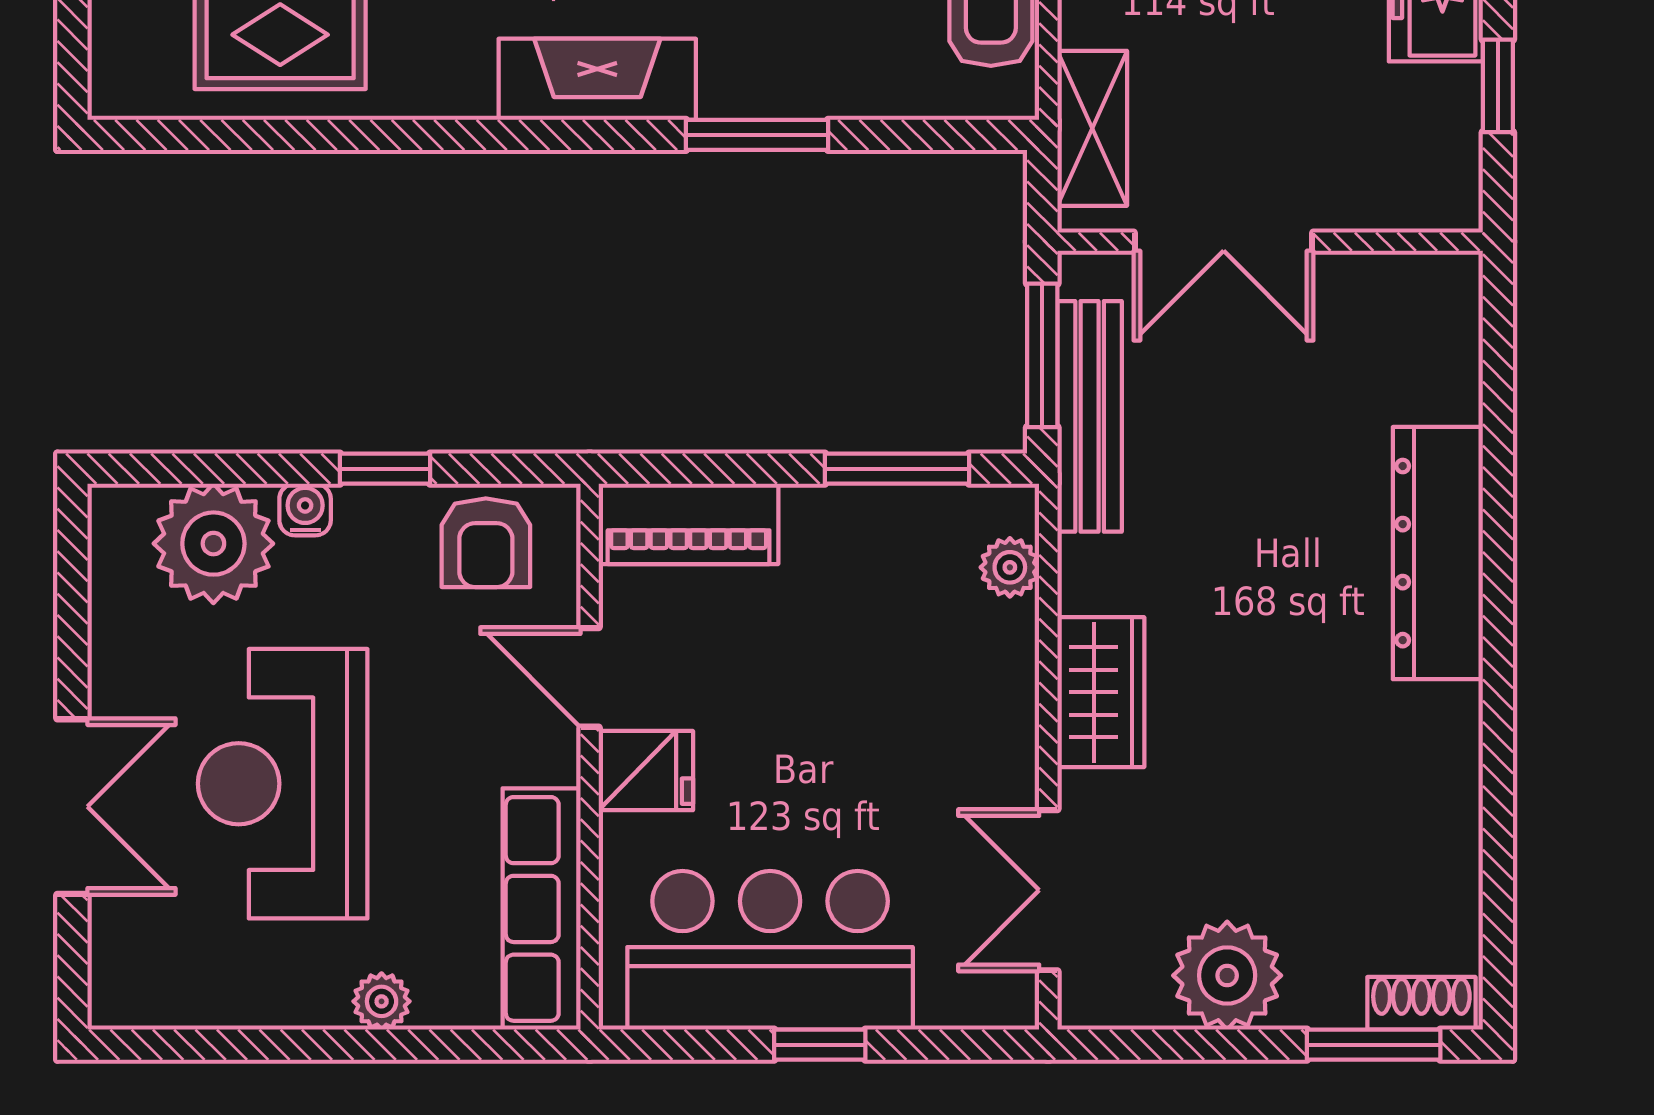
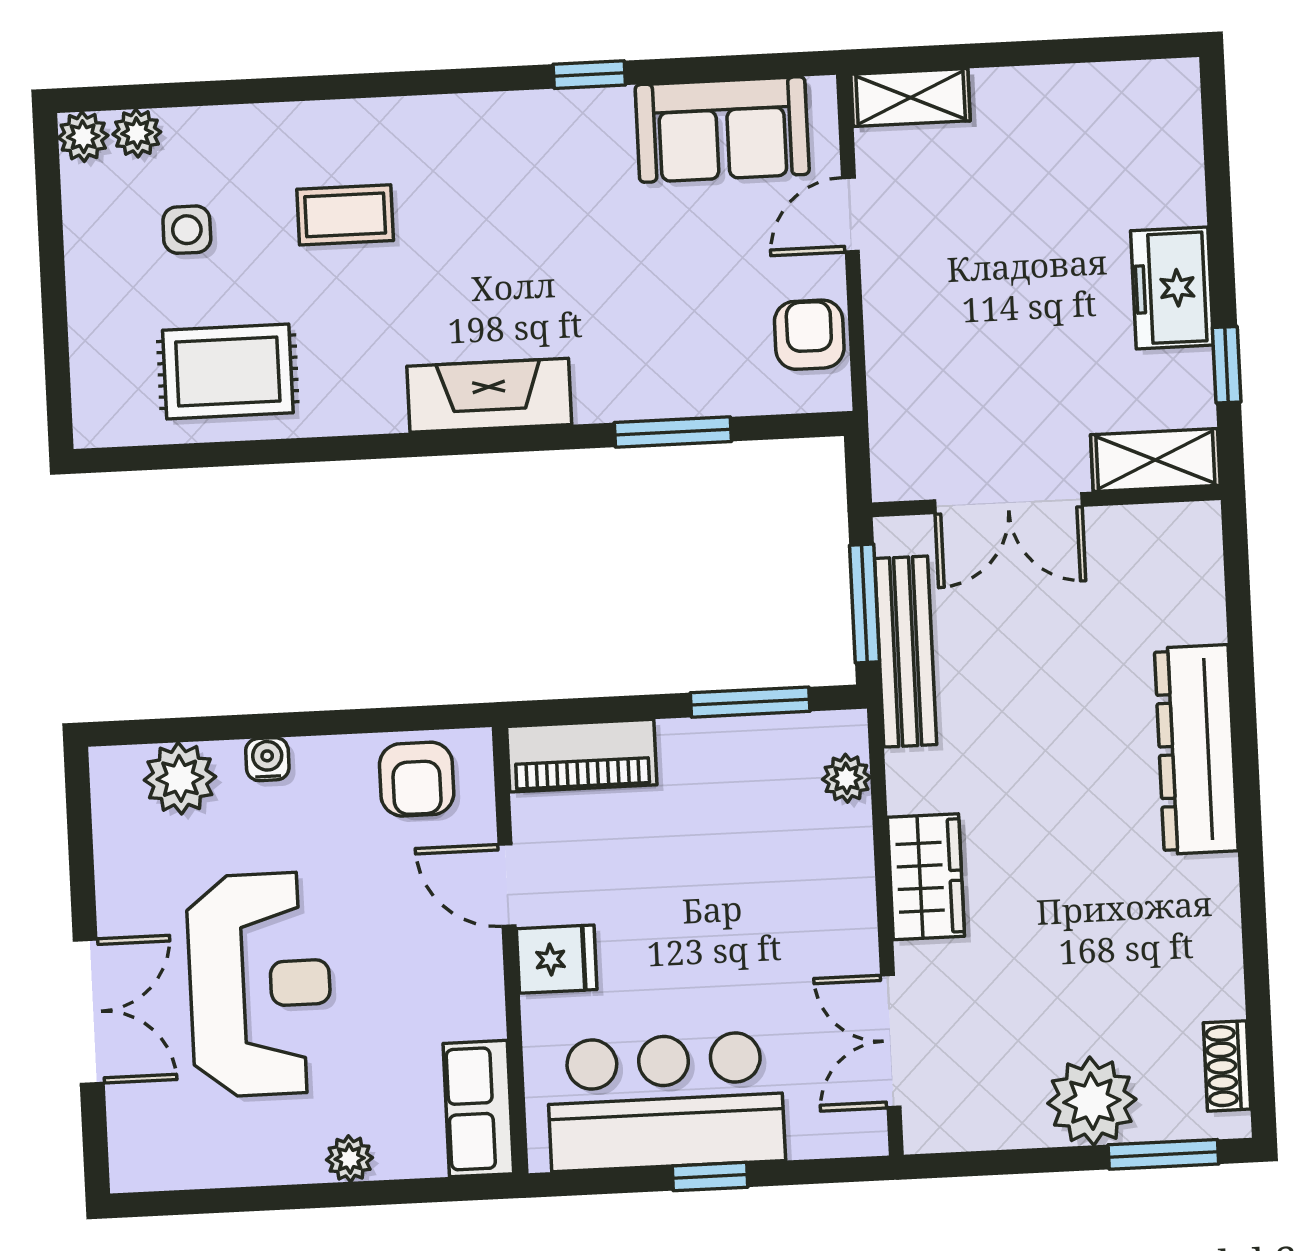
shelving: (1092, 128) -> (1155, 460), moved, turned 90
window: (757, 135) -> (673, 432), moved
window: (385, 469) -> (331, 723), removed
plant: (213, 544) -> (180, 778), width x0.73, depth x0.73
reception desk: (283, 784) -> (260, 984), turned 180
row of seats: (542, 909) -> (478, 1109), width x0.68
plant: (1227, 975) -> (1092, 1101), moved
shoe rack: (1421, 1003) -> (1227, 1066), moved, turned -90

